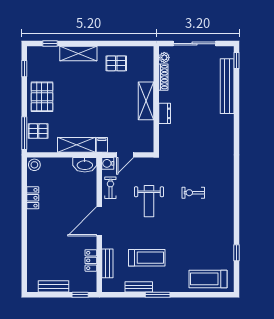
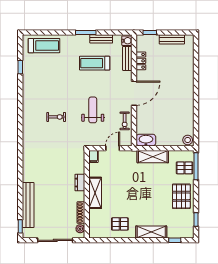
filing cabinet: (102, 145) -> (93, 156), moved
water cooler: (108, 163) -> (127, 41), moved
locker: (33, 198) -> (189, 113), removed

